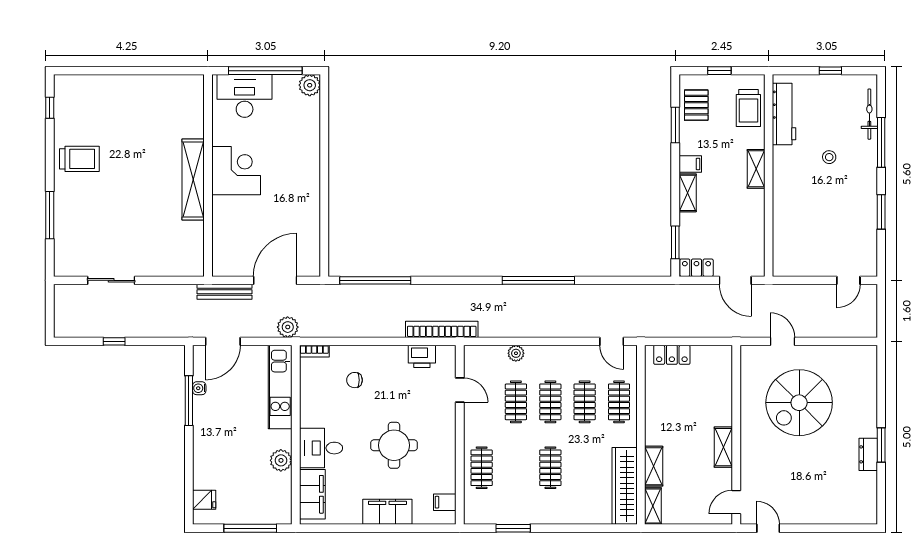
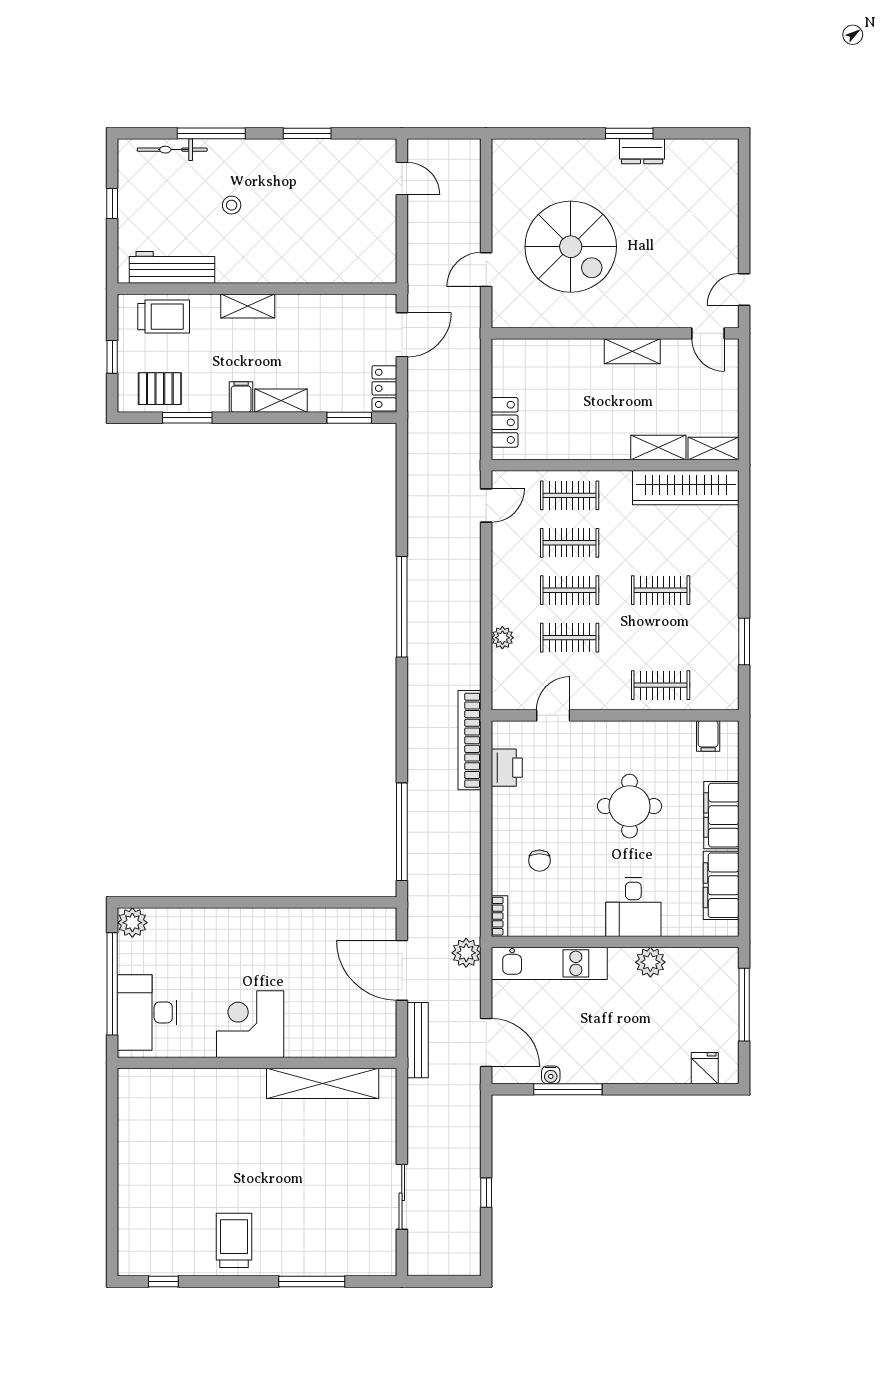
shelving: (193, 179) -> (323, 1083), moved
filing cabinet: (312, 494) -> (721, 885), moved, turned -90

